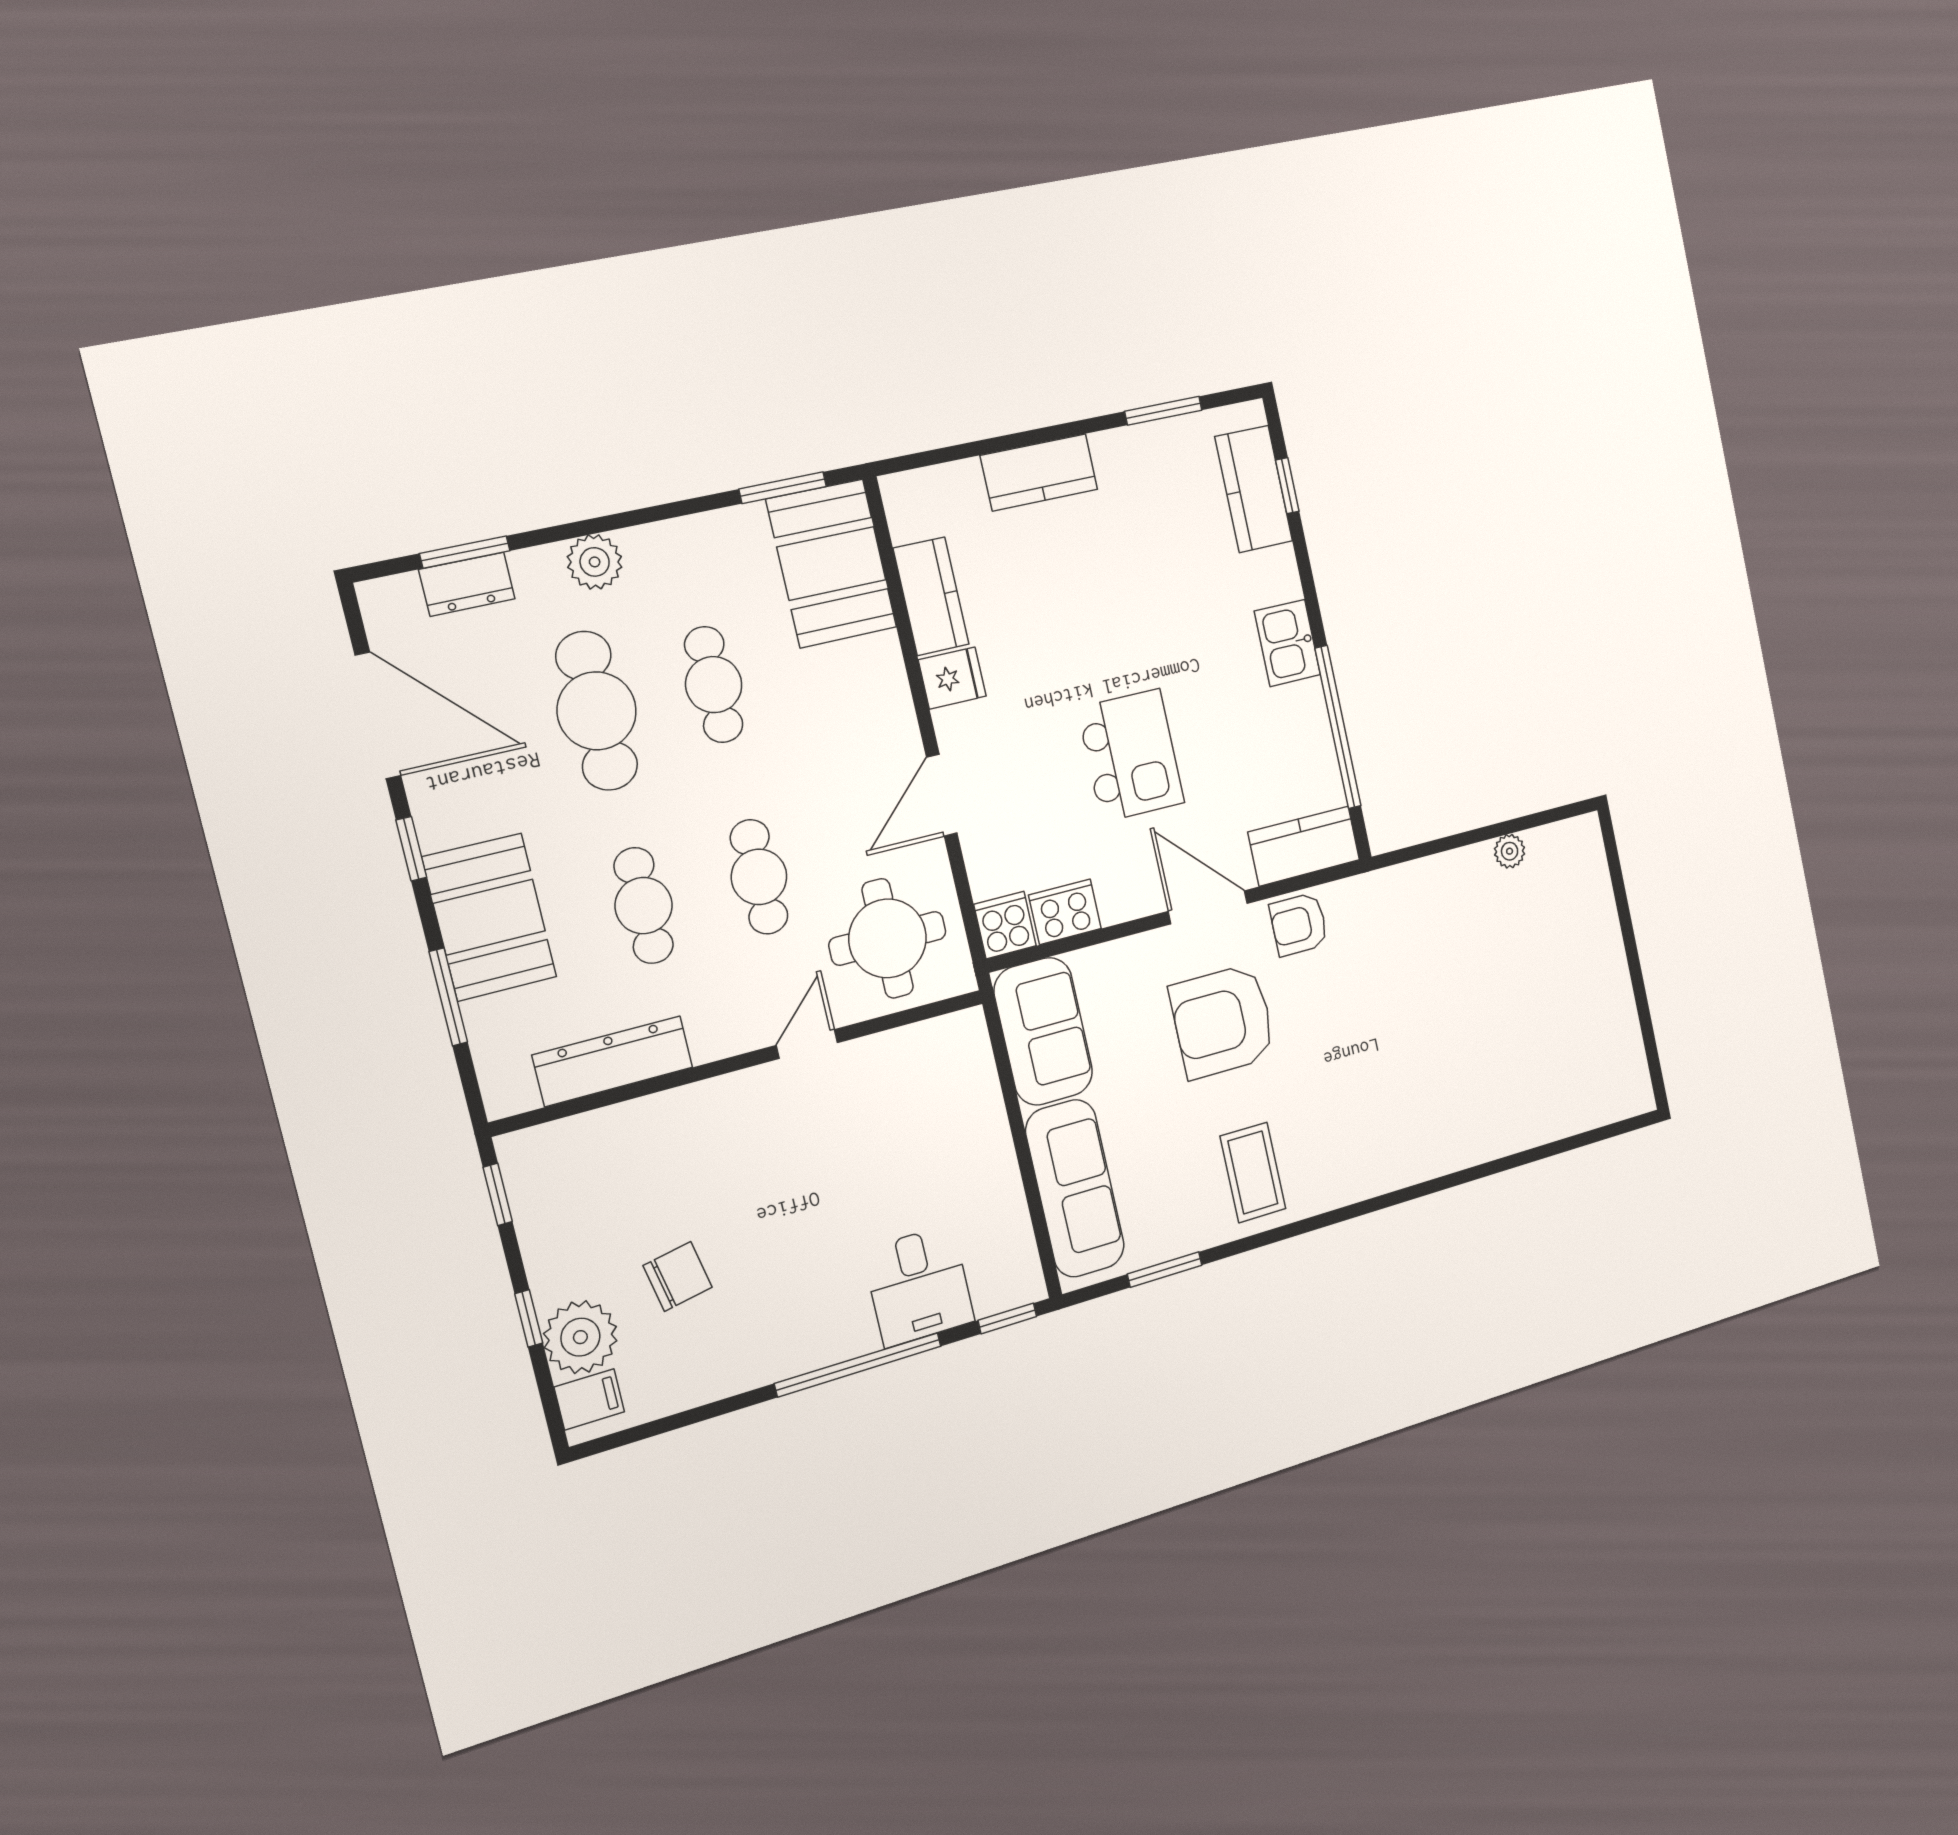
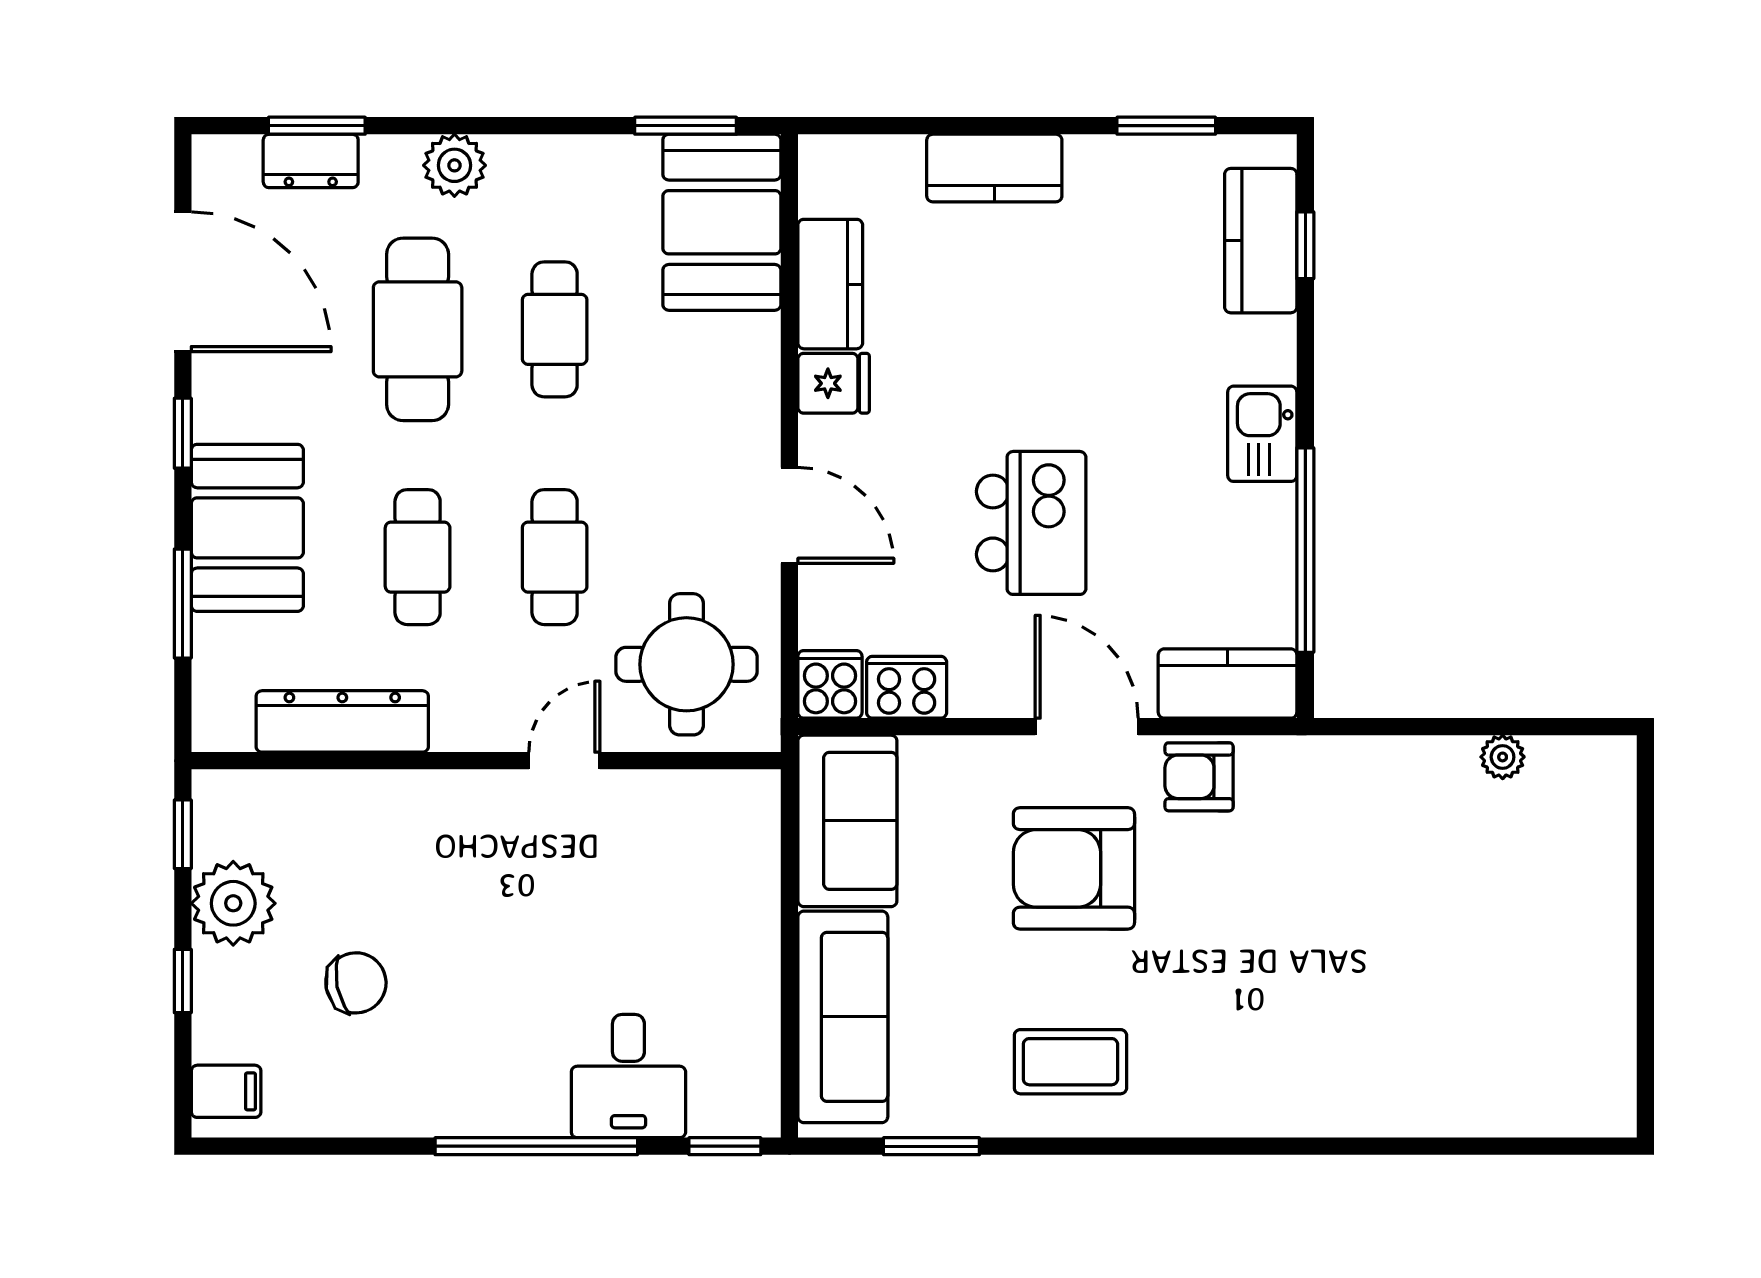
door: (942, 795) -> (789, 515), swing flipped
coffee table: (1253, 1172) -> (1070, 1062), turned 90
plant: (580, 1337) -> (233, 903), moved

